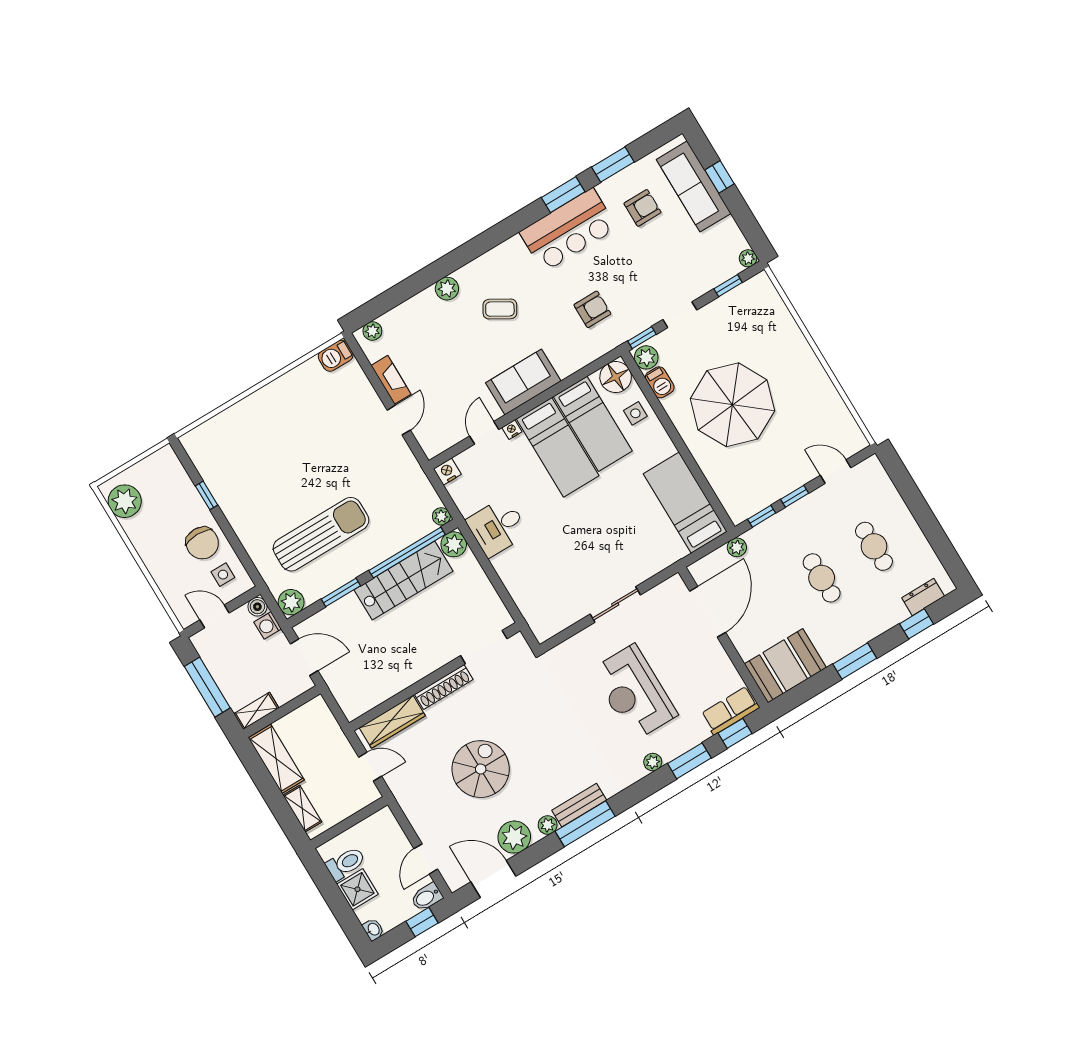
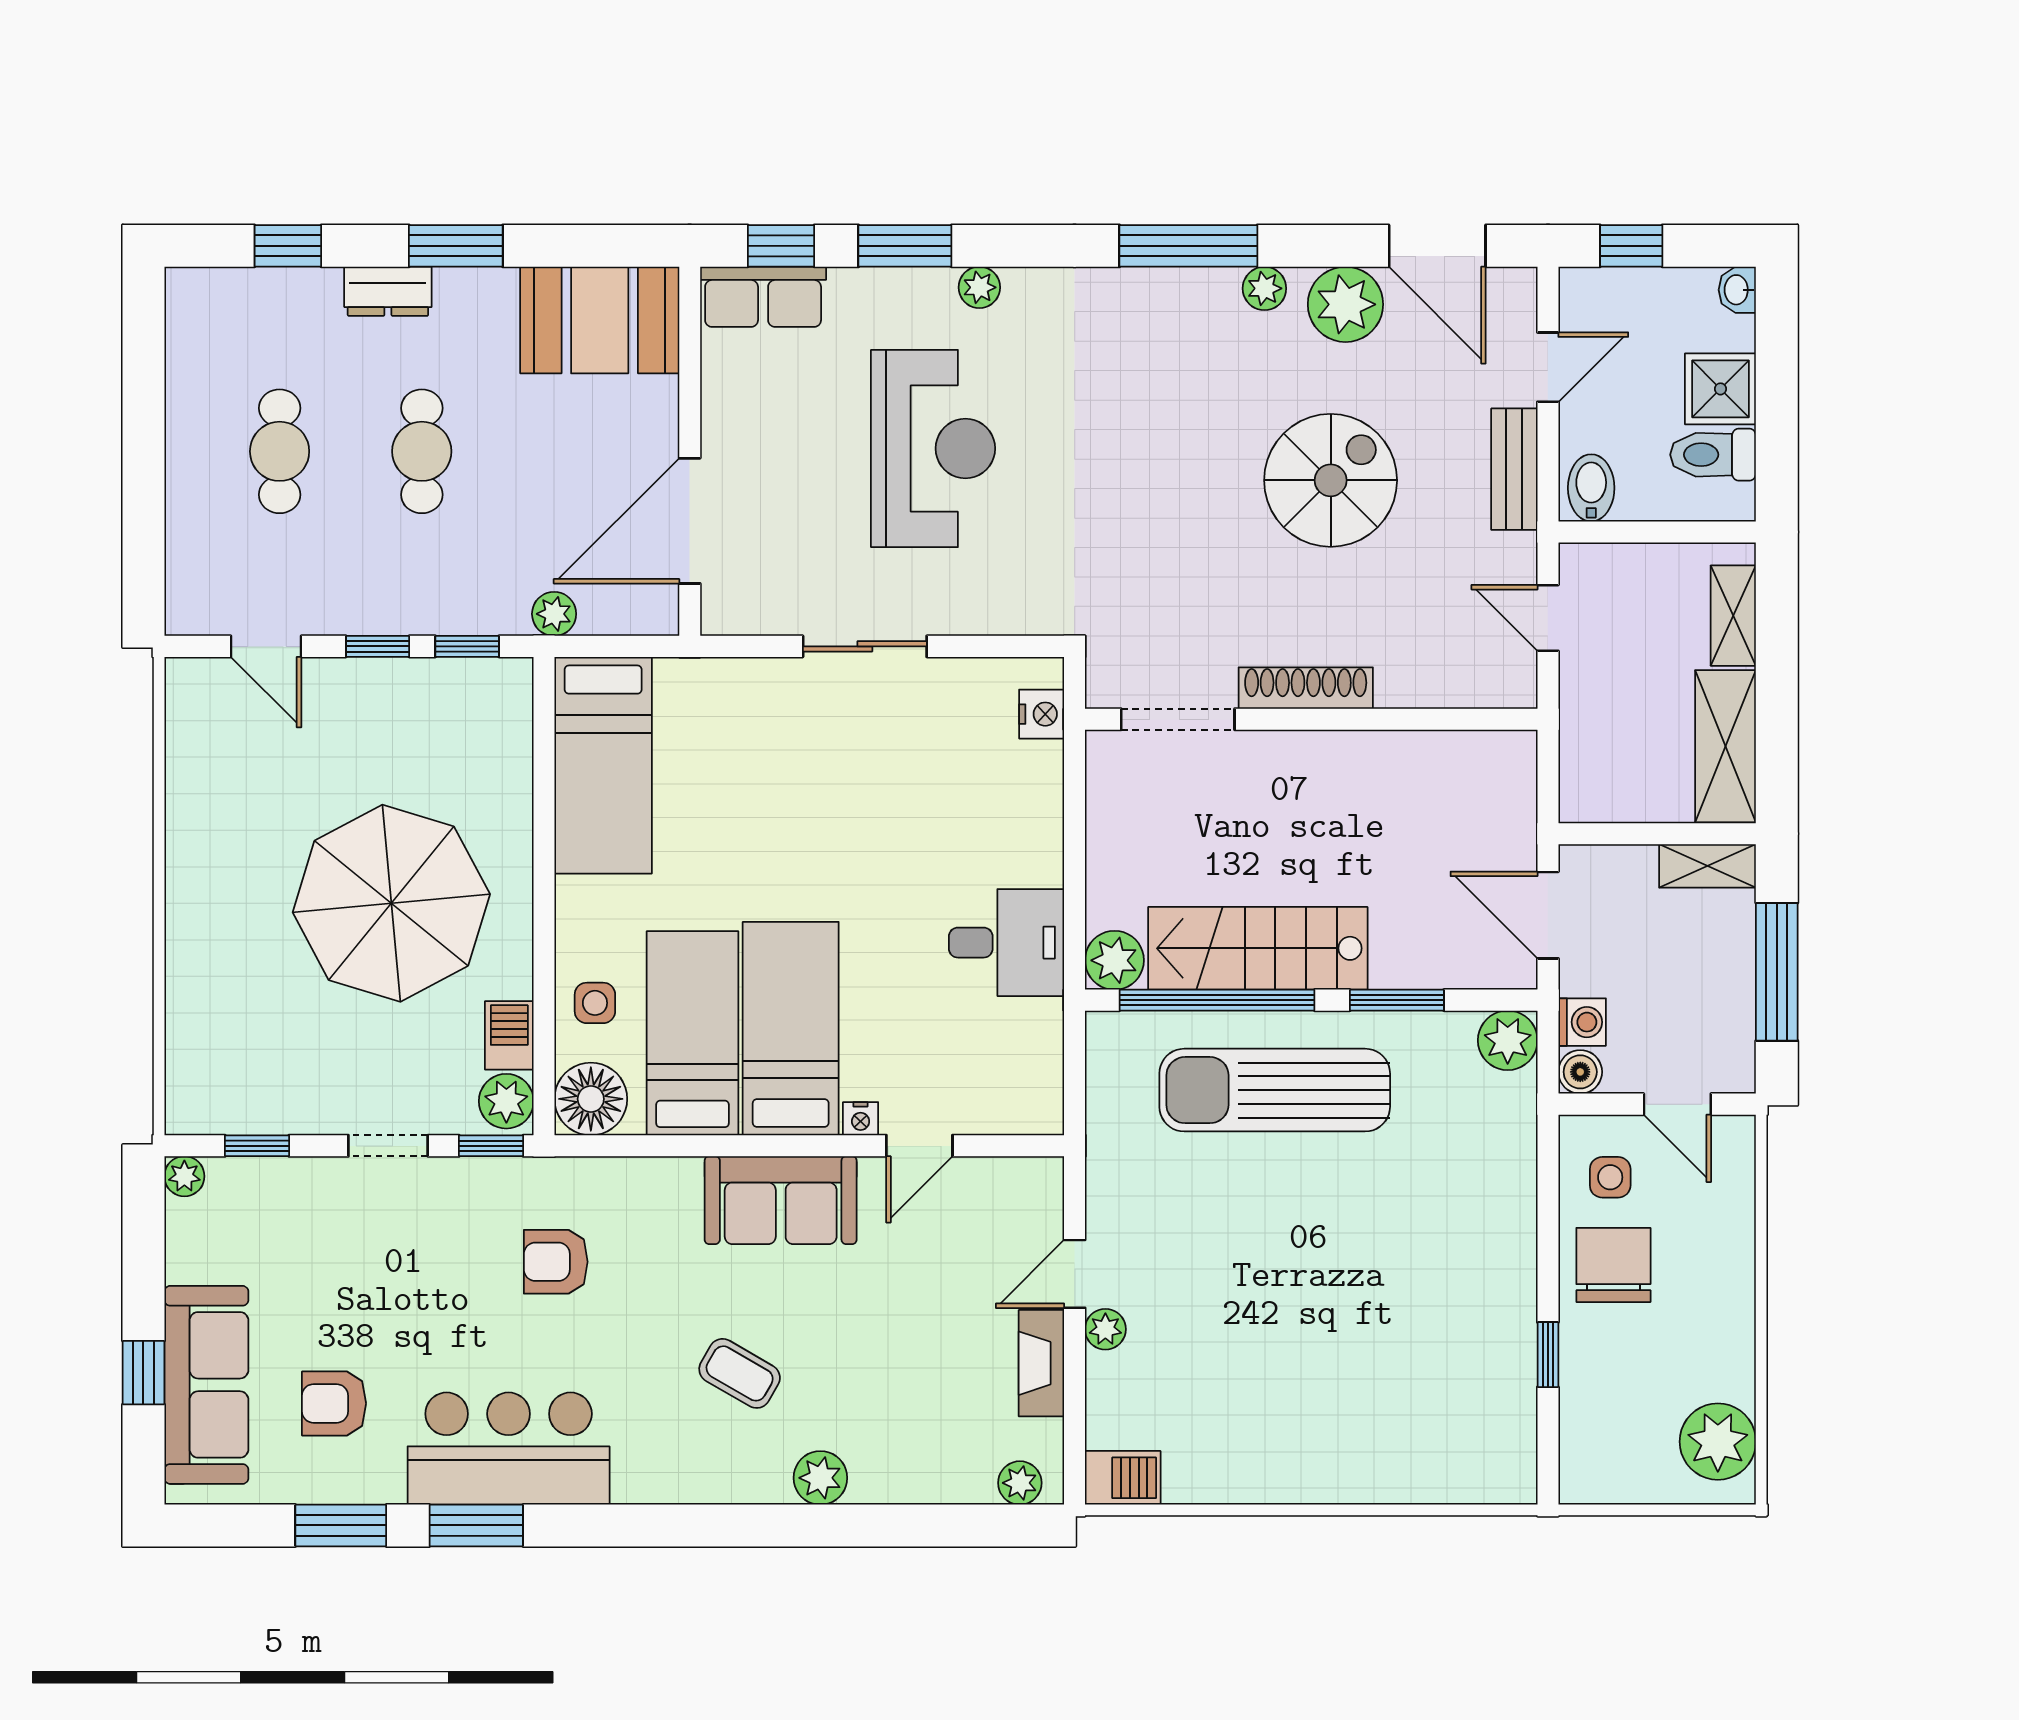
nightstand: (447, 472) -> (1042, 714), moved, turned -90
plant: (441, 516) -> (1105, 1329), moved
sun lounger: (321, 534) -> (1275, 1090), moved
dresser: (923, 597) -> (388, 291), moved
wardrobe: (392, 722) -> (1450, 681), removed
spiral stairs: (481, 769) -> (1331, 480), turned 180
bench: (579, 805) -> (1514, 469), moved, turned 90
bidet: (427, 897) -> (1591, 488), moved, turned -90

